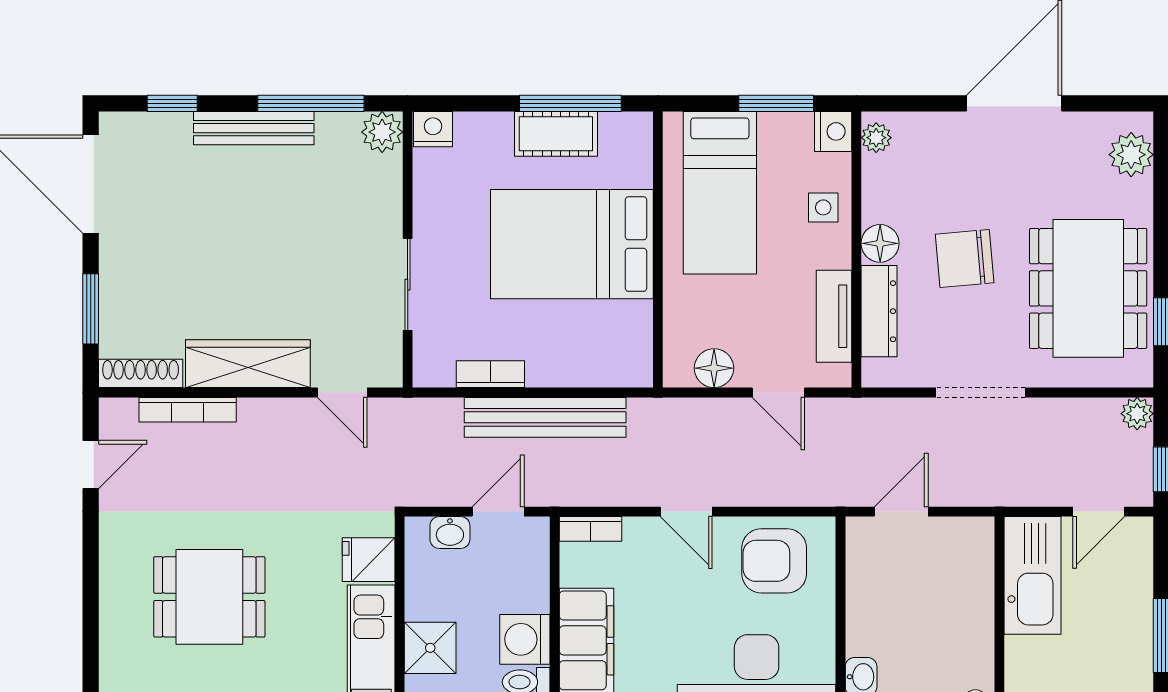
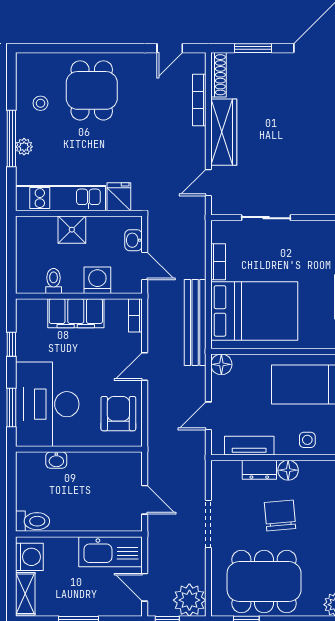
bed: (572, 244) -> (254, 311), moved, turned 90
dresser: (879, 311) -> (259, 470), width x0.70
floor lamp: (714, 368) -> (221, 364), moved
plant: (1137, 414) -> (189, 600), width x1.88, depth x1.88
bench: (545, 417) -> (195, 323), moved
door: (91, 465) -> (170, 48), hinge flipped
door: (901, 512) -> (145, 500), moved
dining table: (209, 597) -> (92, 90), moved
washing machine: (525, 639) -> (97, 280), moved

